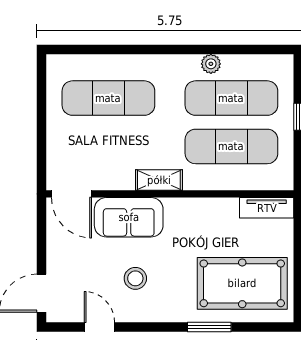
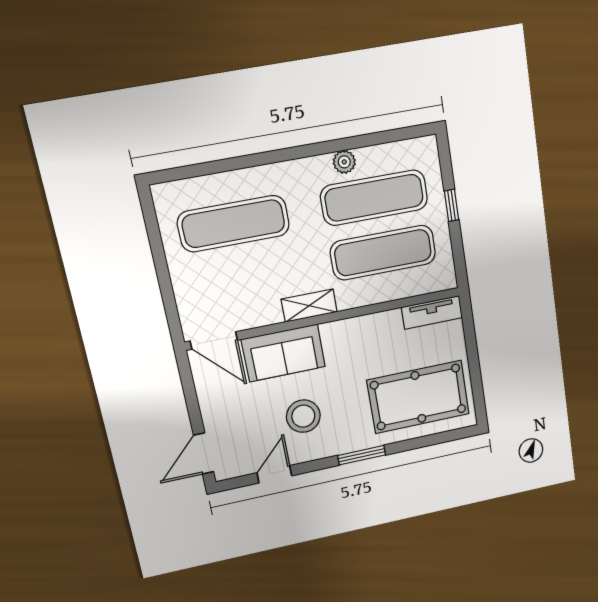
stool: (135, 278) -> (303, 416), width x1.38, depth x1.38
door: (99, 327) -> (274, 474), hinge flipped
window: (209, 327) -> (362, 455), moved

